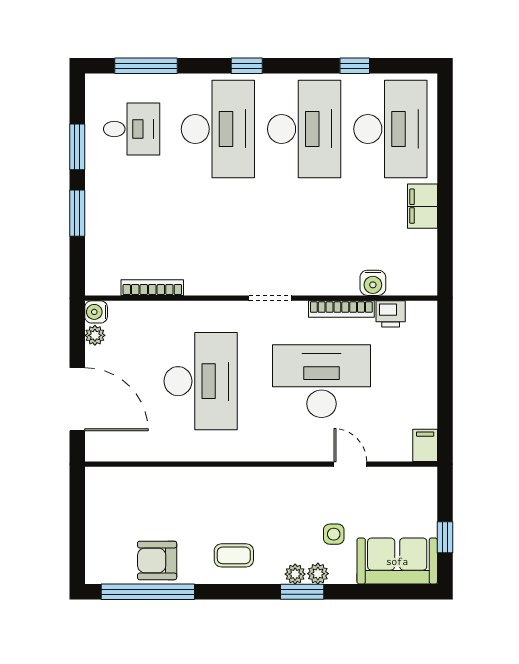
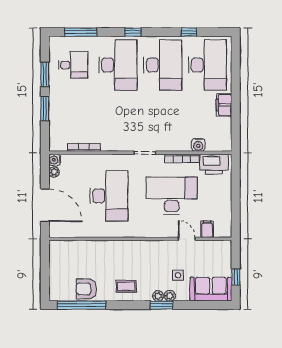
printer: (391, 314) -> (214, 164), width x1.87, depth x1.48
filing cabinet: (425, 445) -> (207, 229), moved

